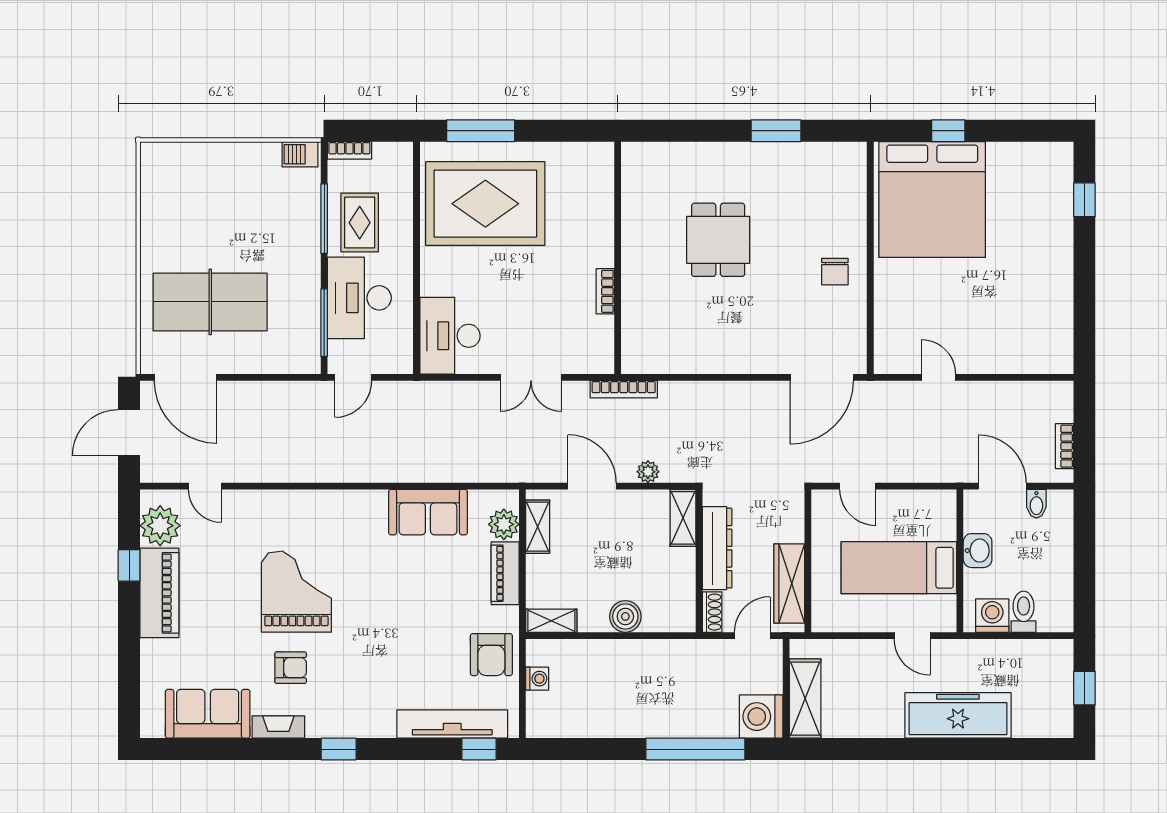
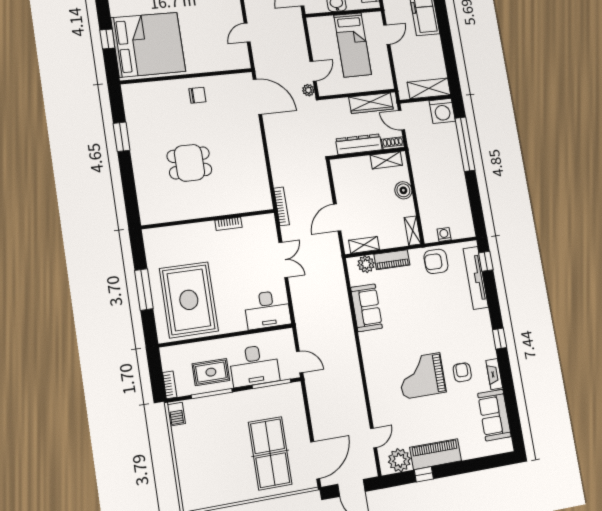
window: (481, 131) -> (144, 290), moved
plant: (648, 472) -> (308, 90), moved
shelving: (683, 518) -> (386, 160), moved
armchair: (491, 655) -> (436, 261), turned 180

